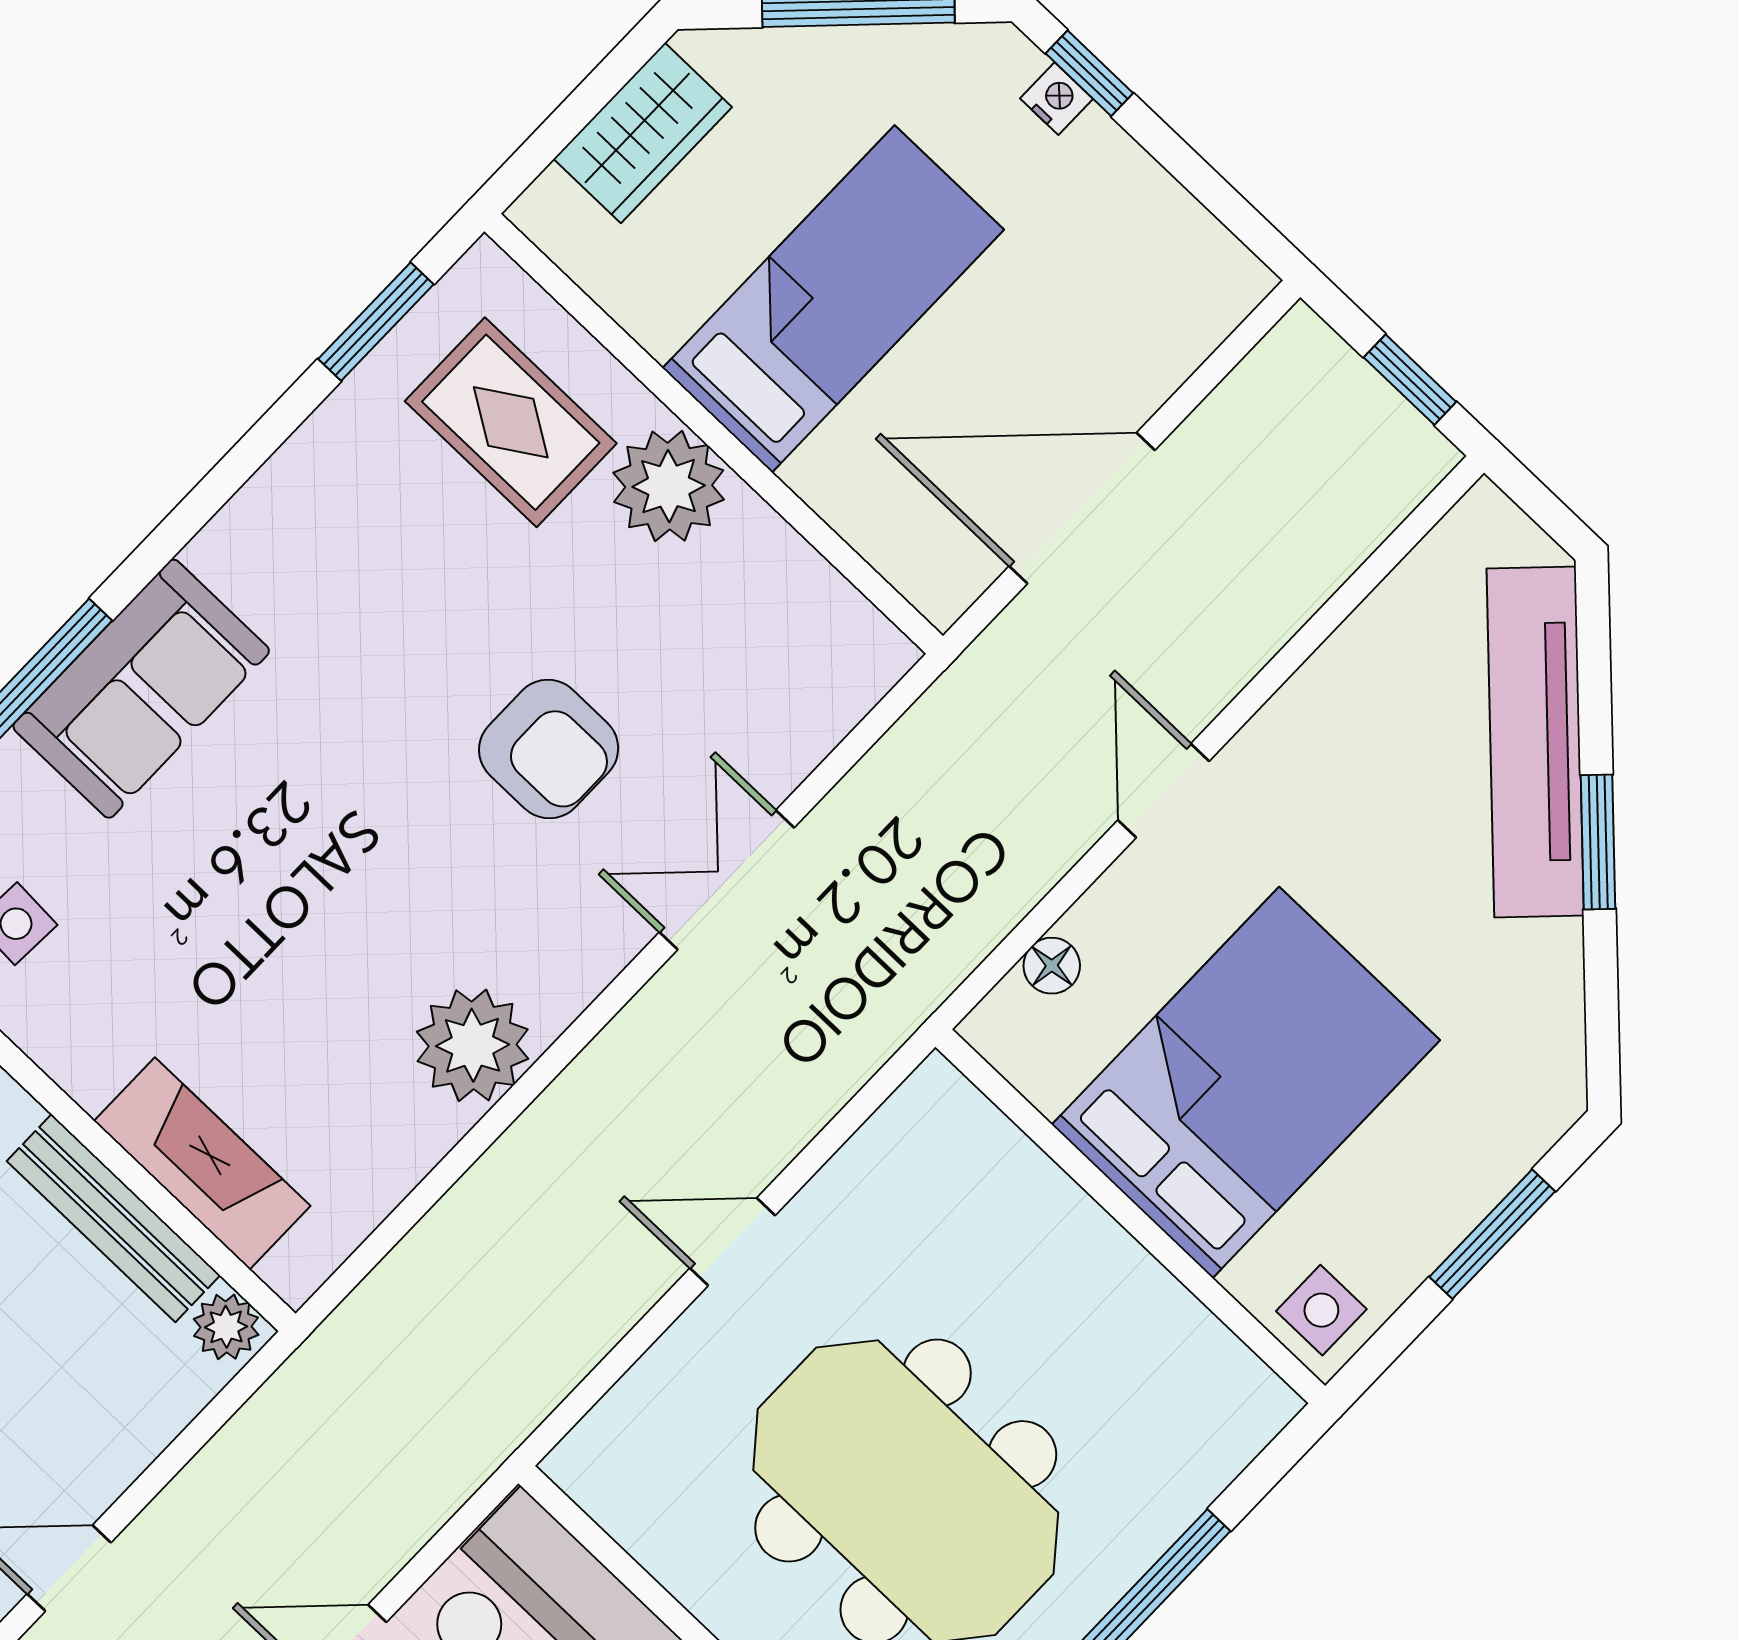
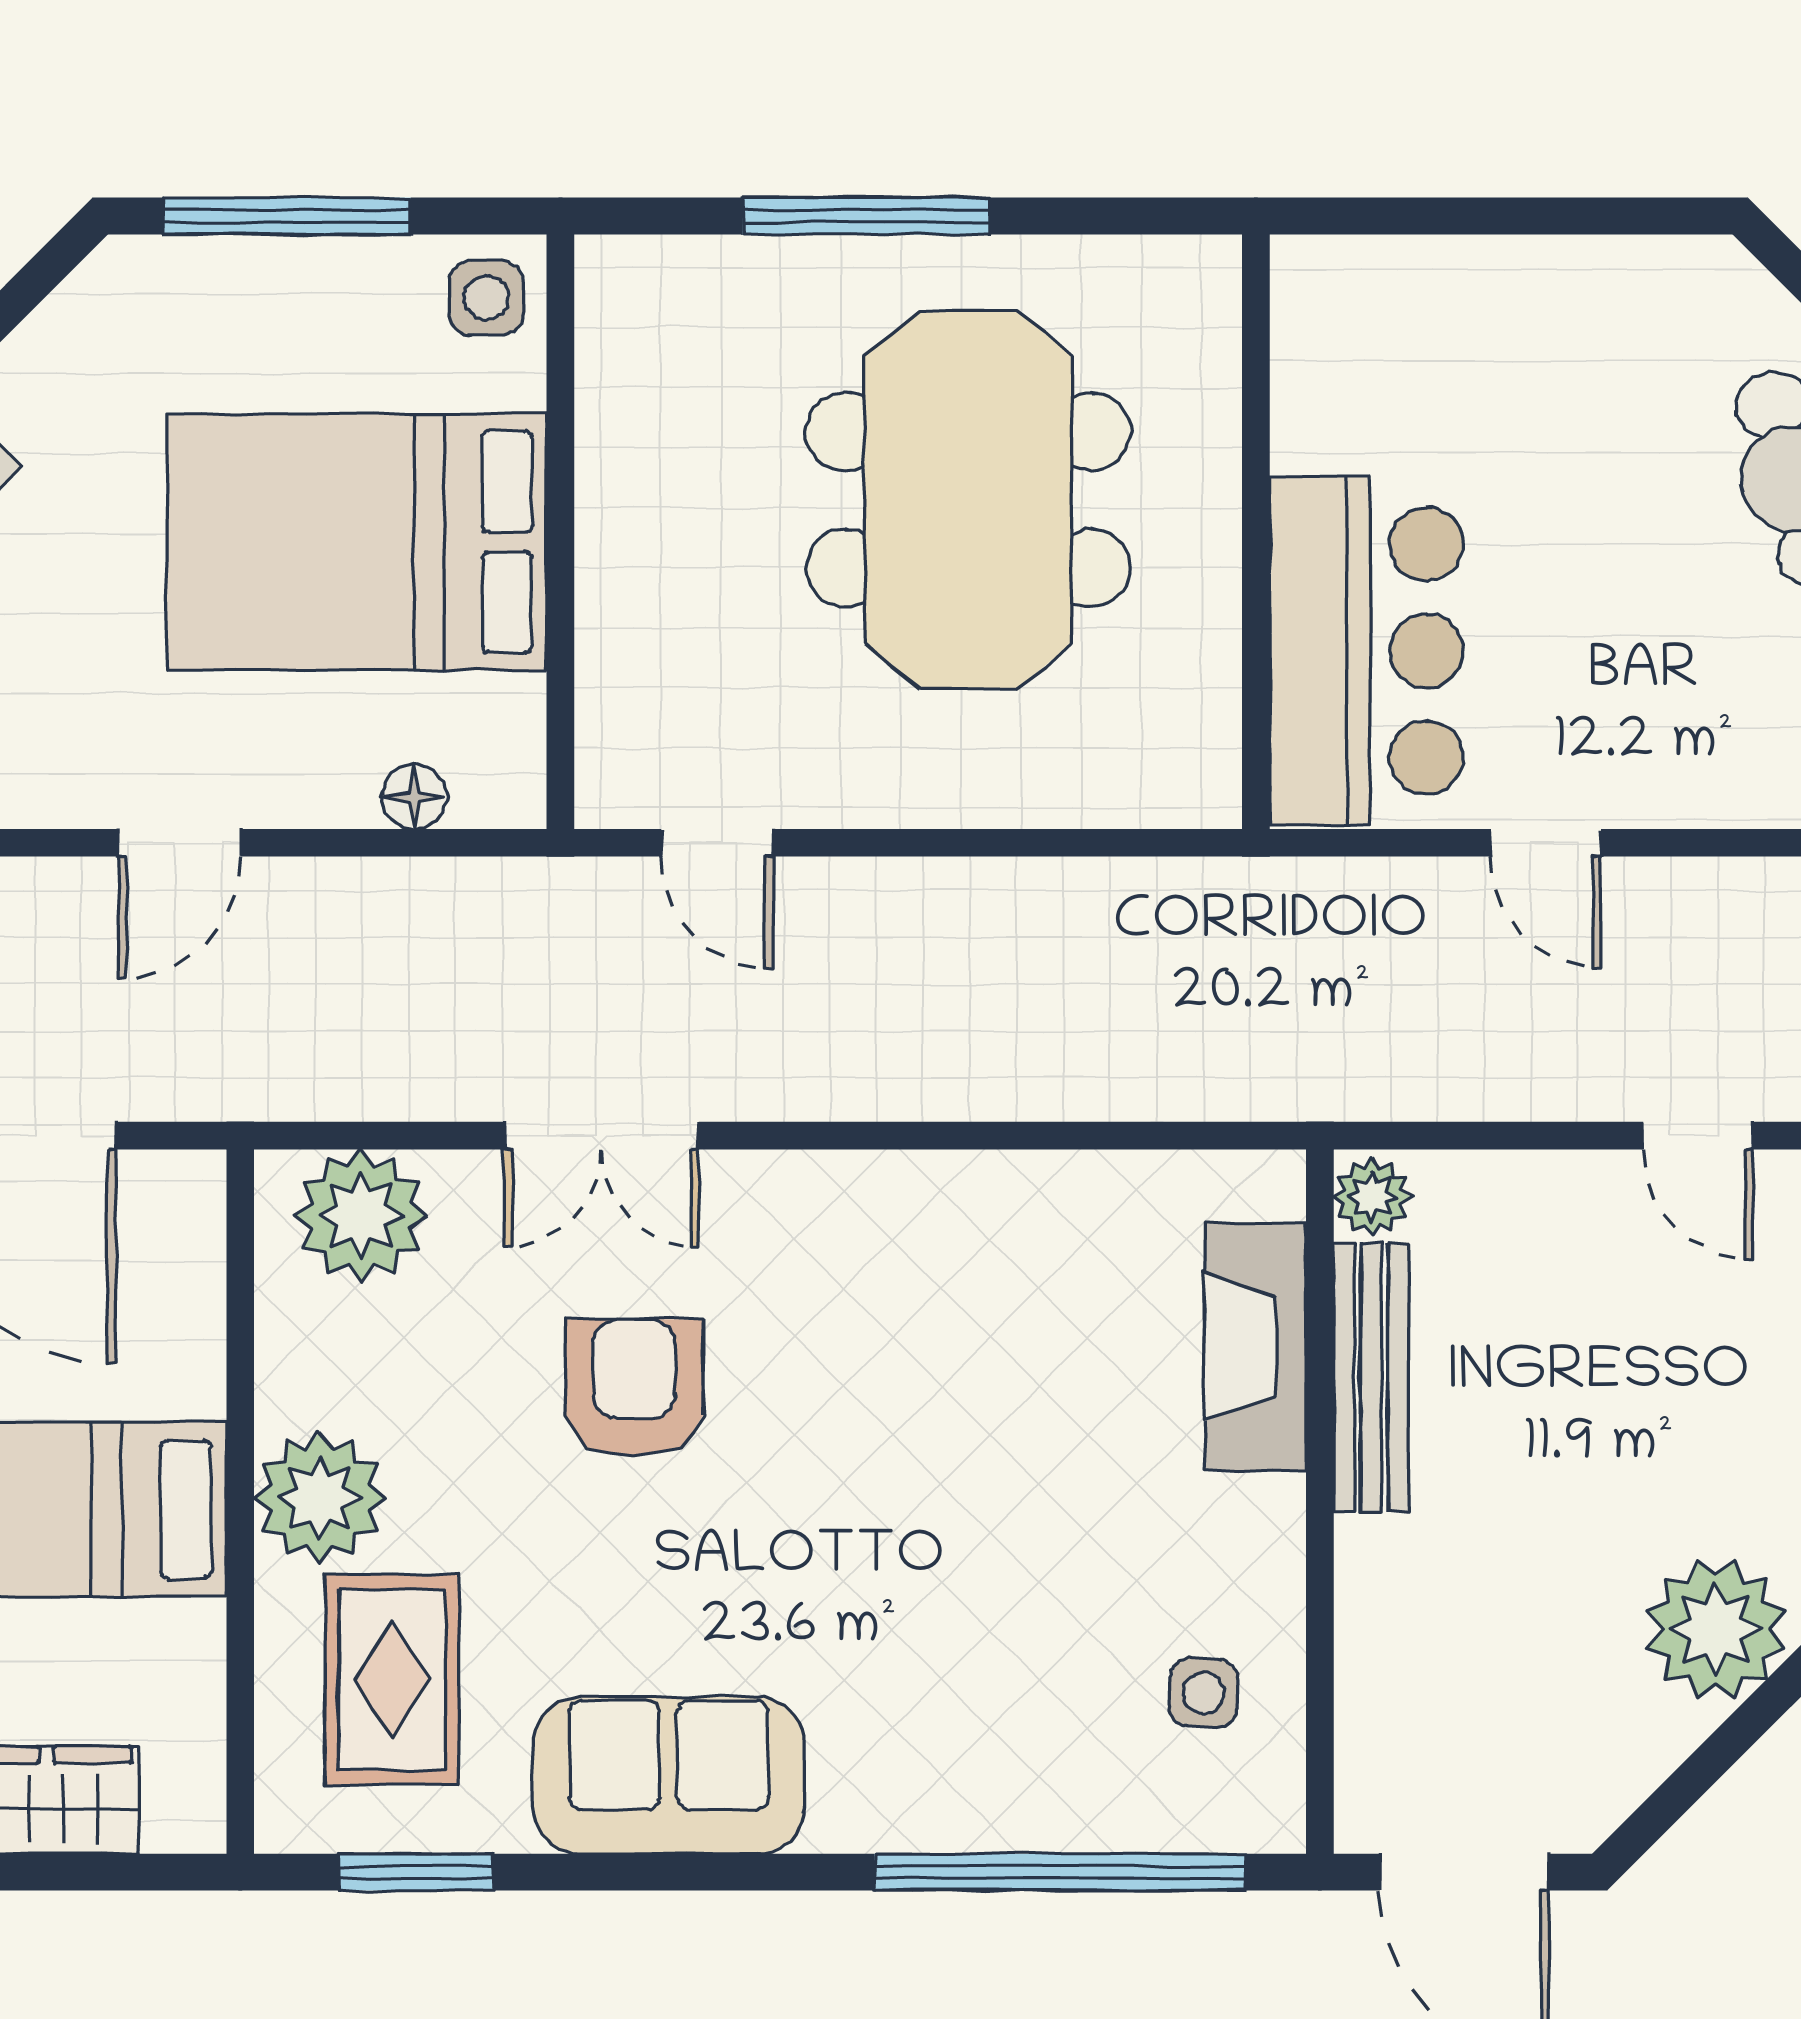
sofa: (141, 689) -> (669, 1775), moved
plant: (473, 1045) -> (361, 1216), moved
window: (1492, 1234) -> (287, 216), width x1.44
door: (732, 1242) -> (717, 843), moved

